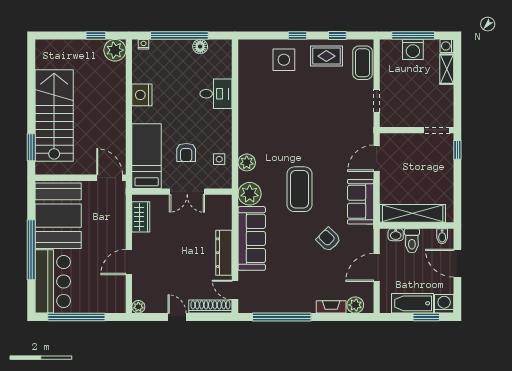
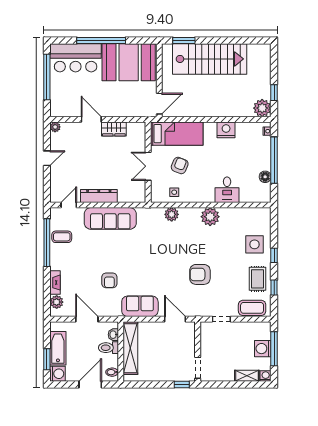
armchair: (321, 127) -> (200, 274), added
armchair: (186, 152) -> (180, 165), turned 112
coffee table: (299, 189) -> (62, 237), moved, width x0.54, depth x0.58
plant: (250, 194) -> (210, 217), moved
wardrobe: (141, 217) -> (114, 129), moved
armchair: (329, 240) -> (109, 280), turned 136
shoe rack: (210, 307) -> (55, 185), removed

